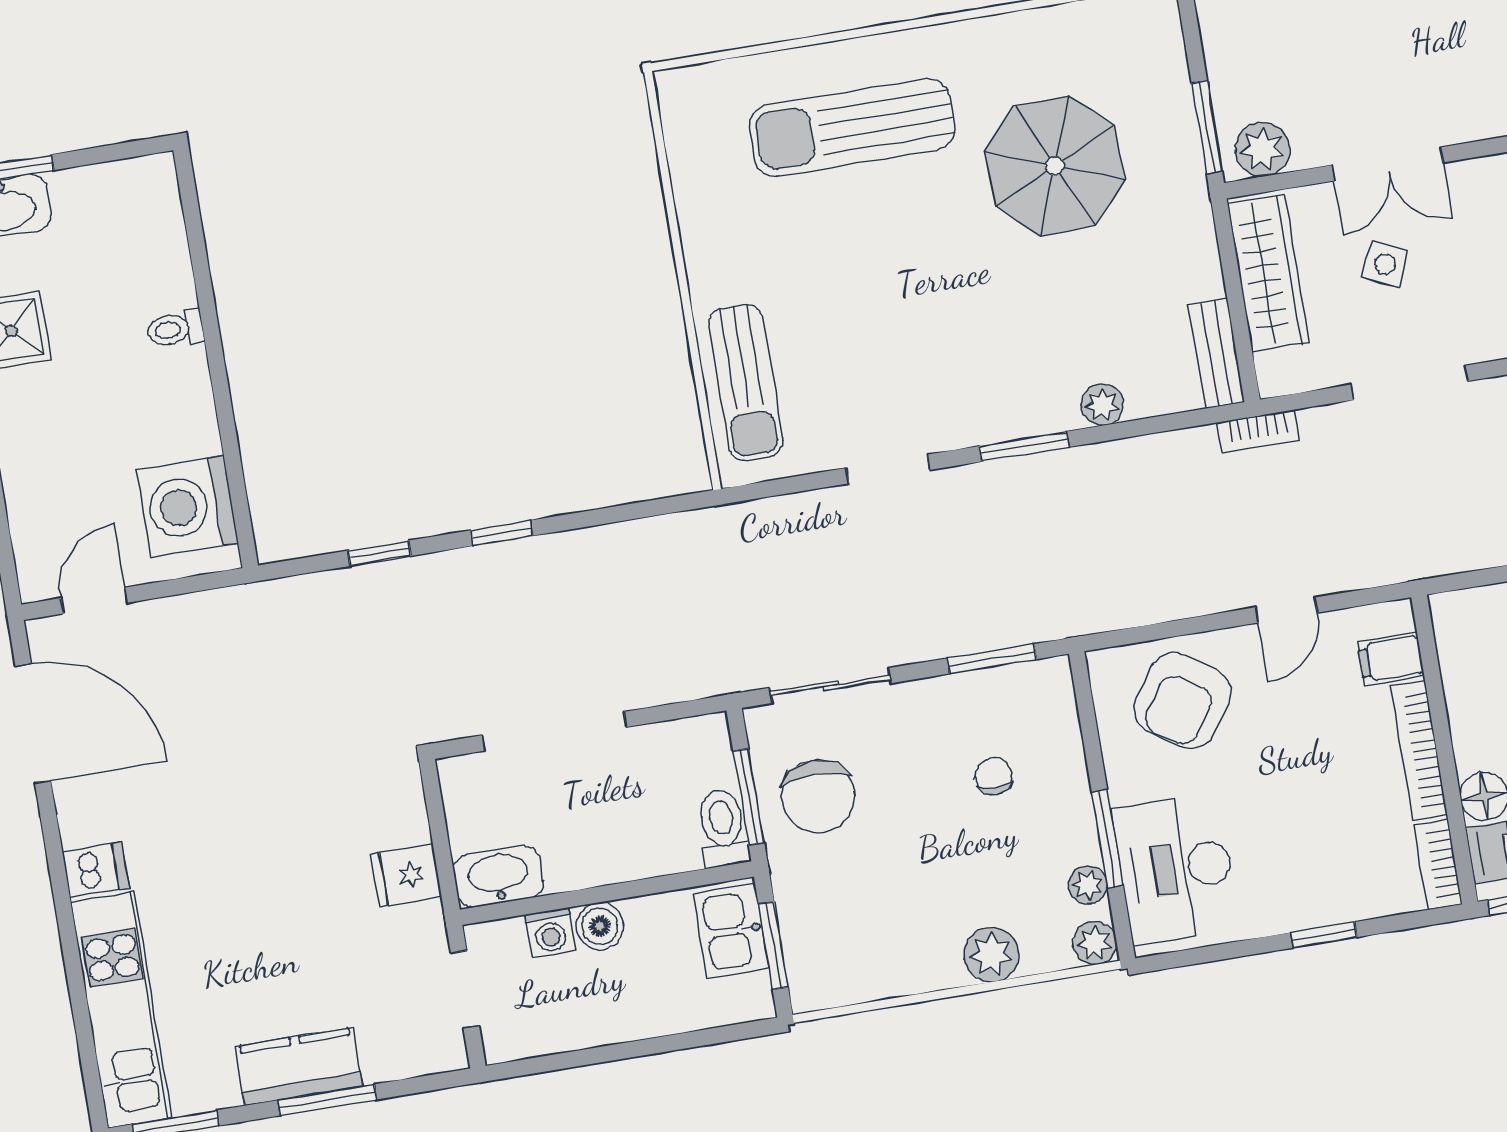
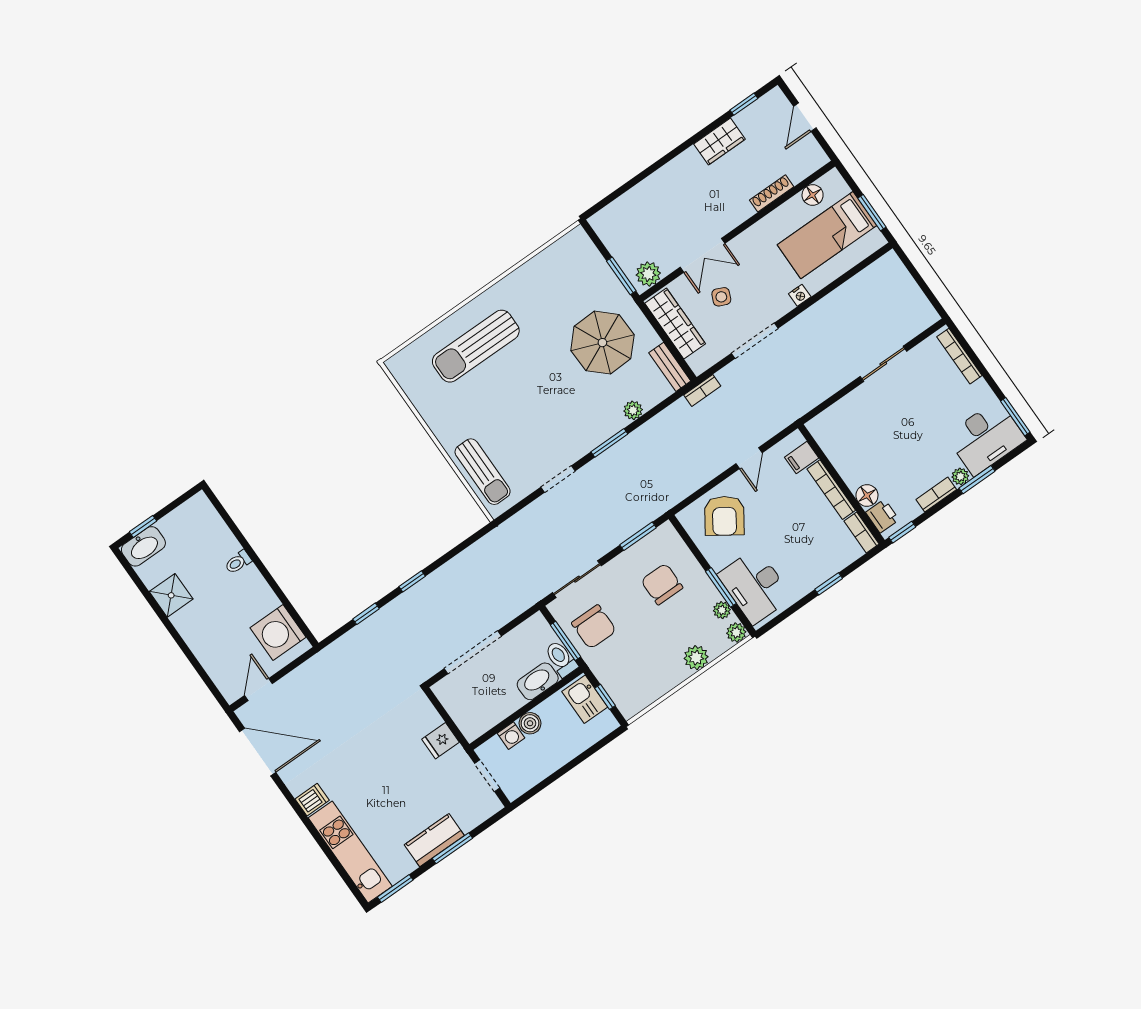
parasol: (1055, 166) -> (602, 343), moved
chair: (994, 776) -> (662, 584), width x1.87, depth x1.87
washbasin: (498, 876) -> (538, 681), moved
window: (773, 946) -> (605, 697), width x0.67

